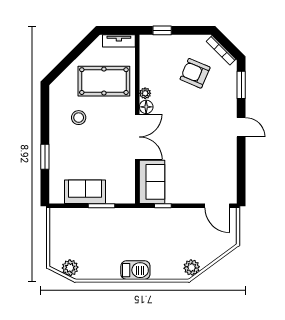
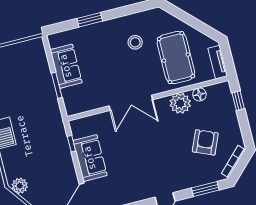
plant: (145, 93) -> (180, 103), width x1.88, depth x1.88
floor lamp: (146, 107) -> (199, 94), moved
sofa: (152, 182) -> (90, 158), moved, turned -90

